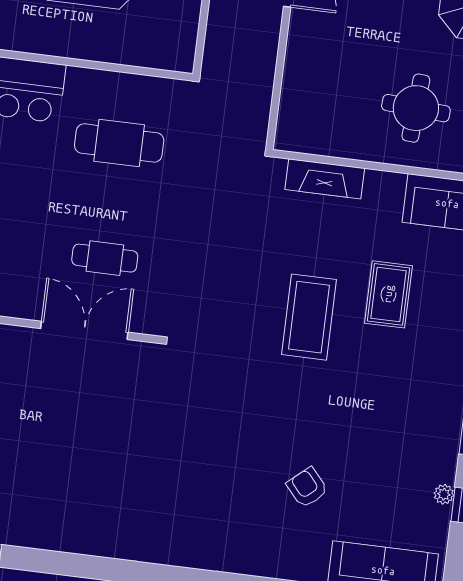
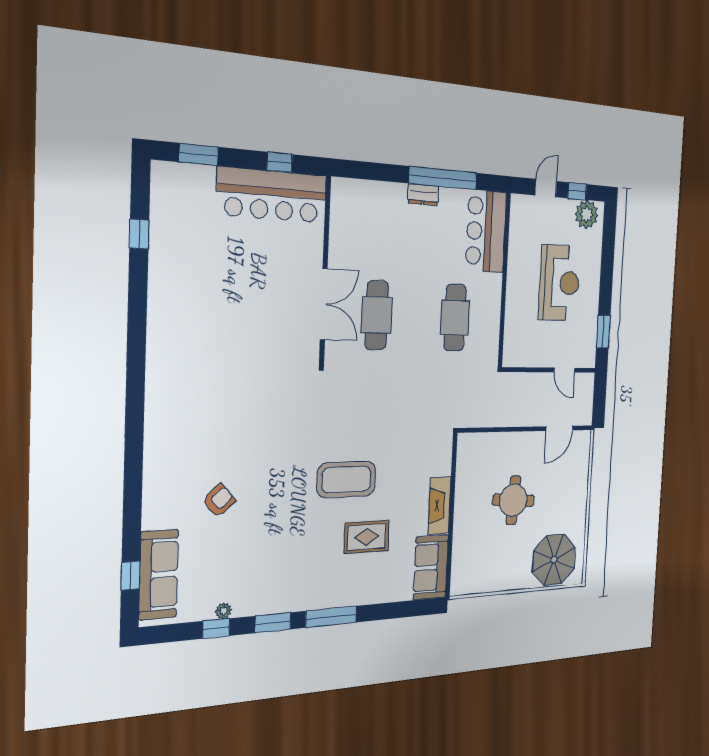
round table: (416, 108) -> (513, 500), moved
fireplace: (325, 179) -> (440, 506), moved
cafe table: (105, 258) -> (377, 315), width x1.37, depth x1.35

